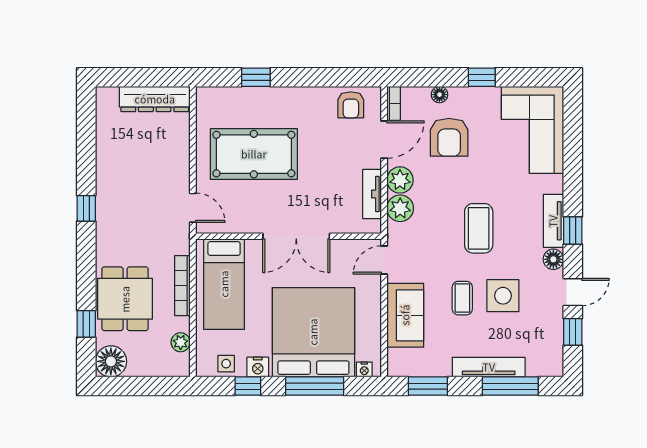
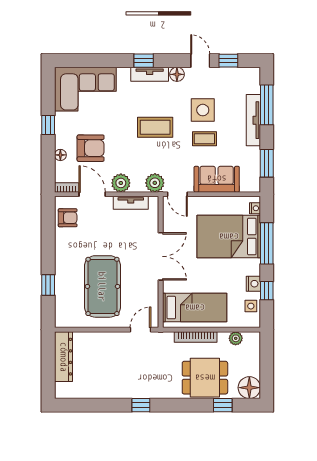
plant: (400, 208) -> (155, 183), moved
window: (573, 231) -> (144, 61), moved
bed: (313, 332) -> (229, 237), width x0.73

